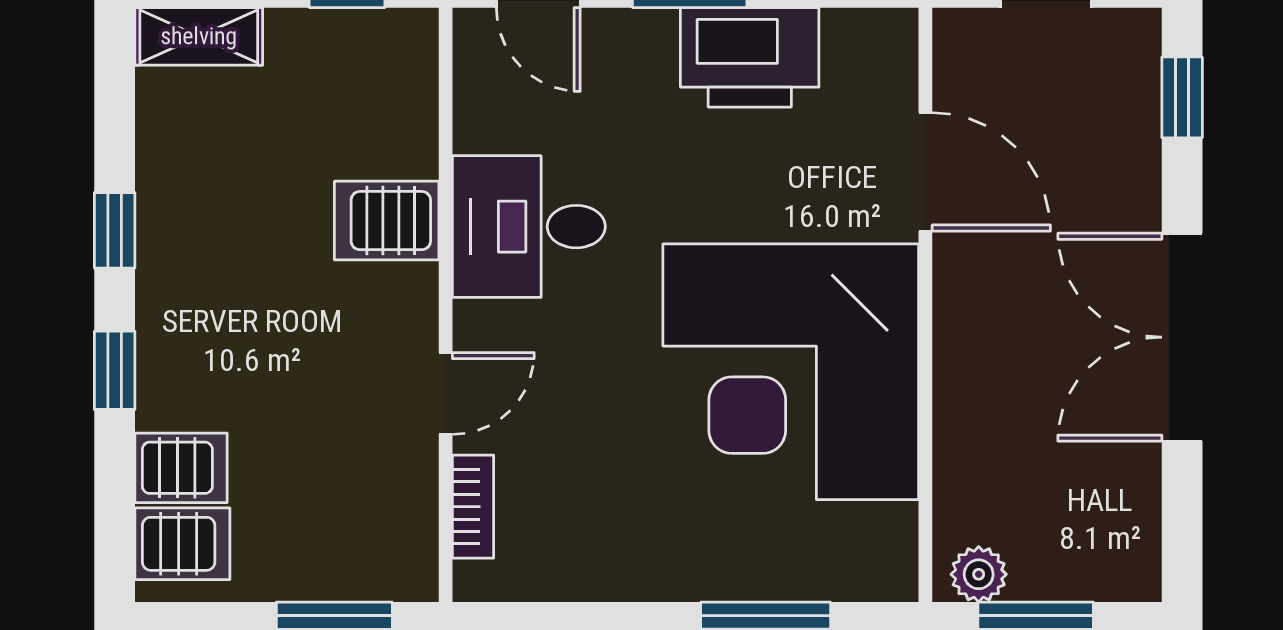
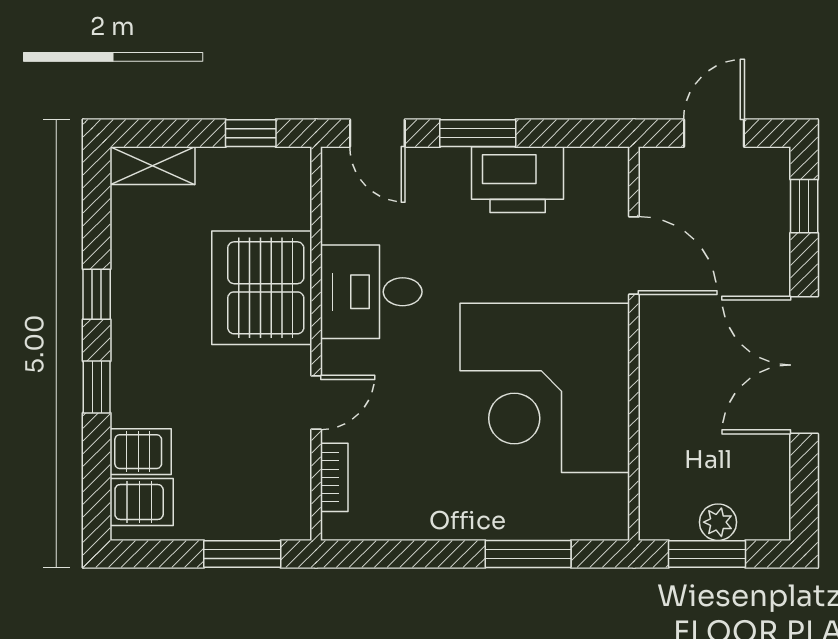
server rack: (387, 221) -> (262, 288), width x2.18, depth x1.44
plant: (979, 574) -> (718, 522), moved

